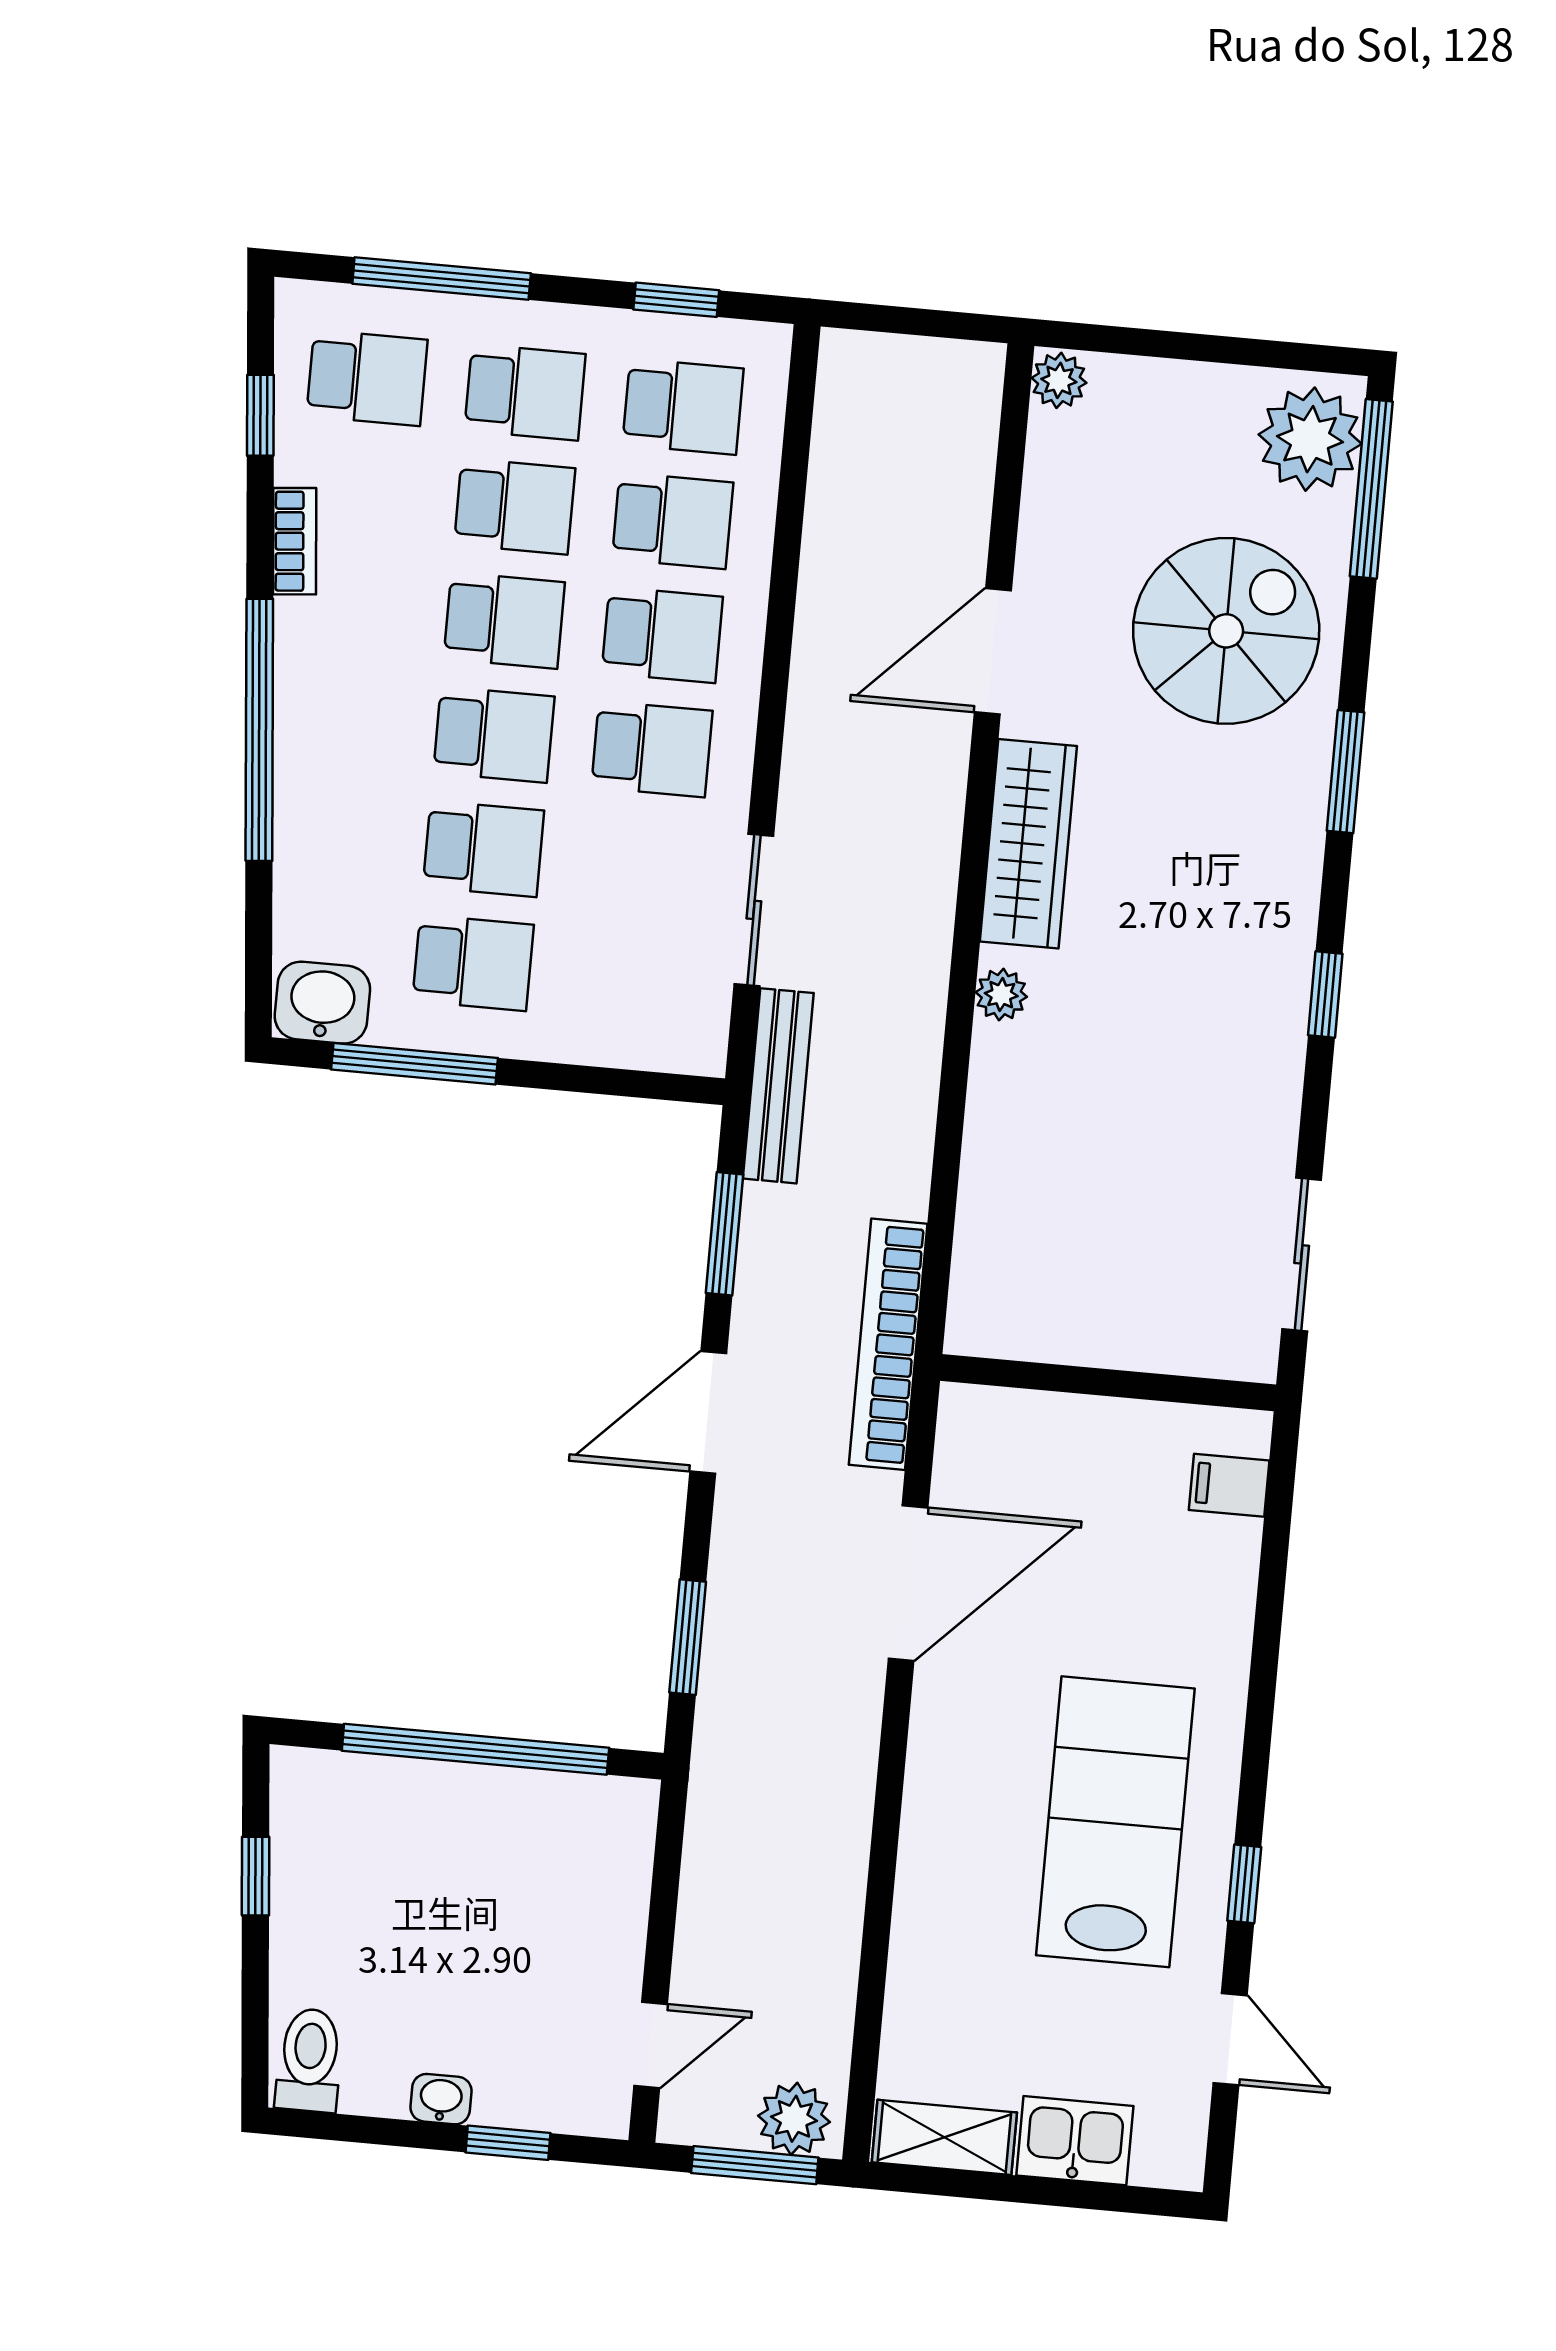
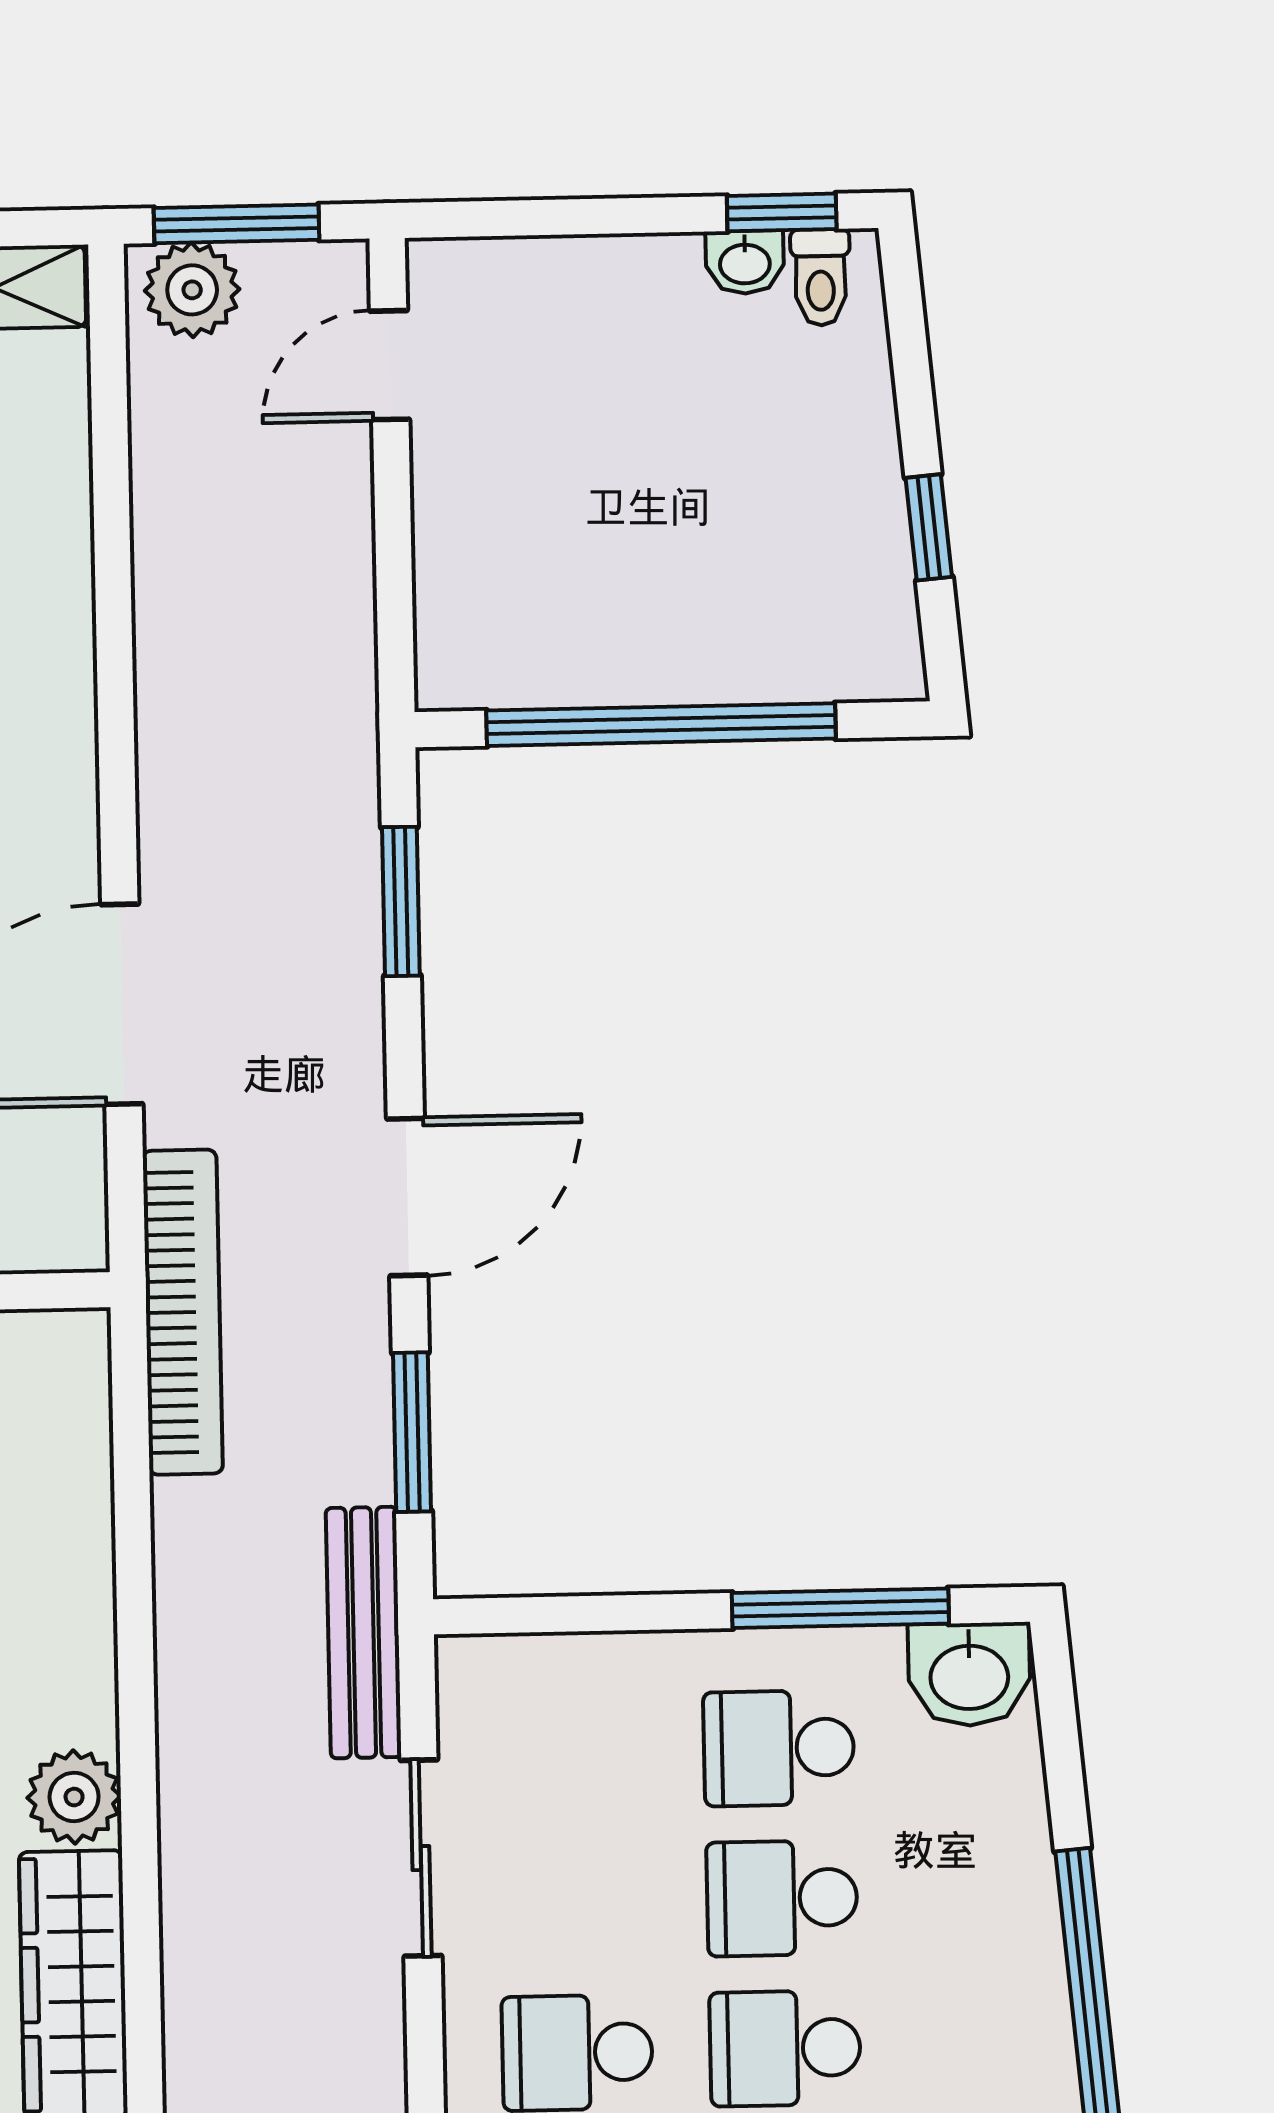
plant: (1001, 995) -> (74, 1797), width x1.38, depth x1.38
toilet: (309, 2060) -> (820, 277), width x0.73, depth x0.72
washbasin: (441, 2099) -> (745, 262), moved
window: (508, 2143) -> (782, 212), moved

